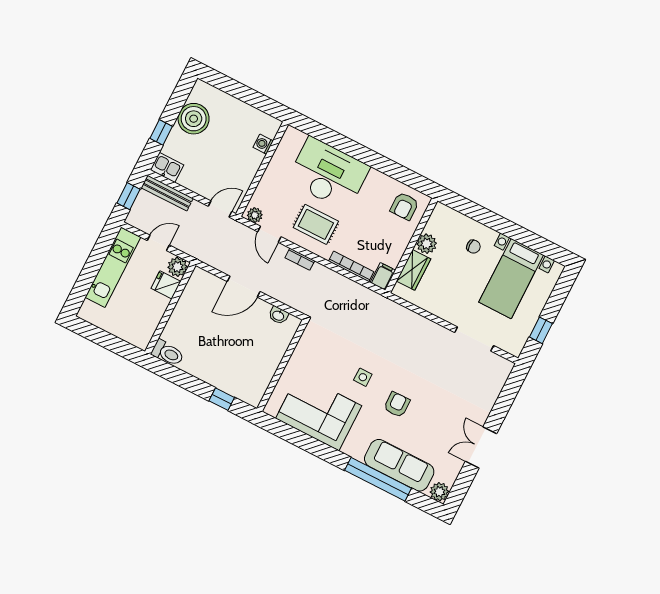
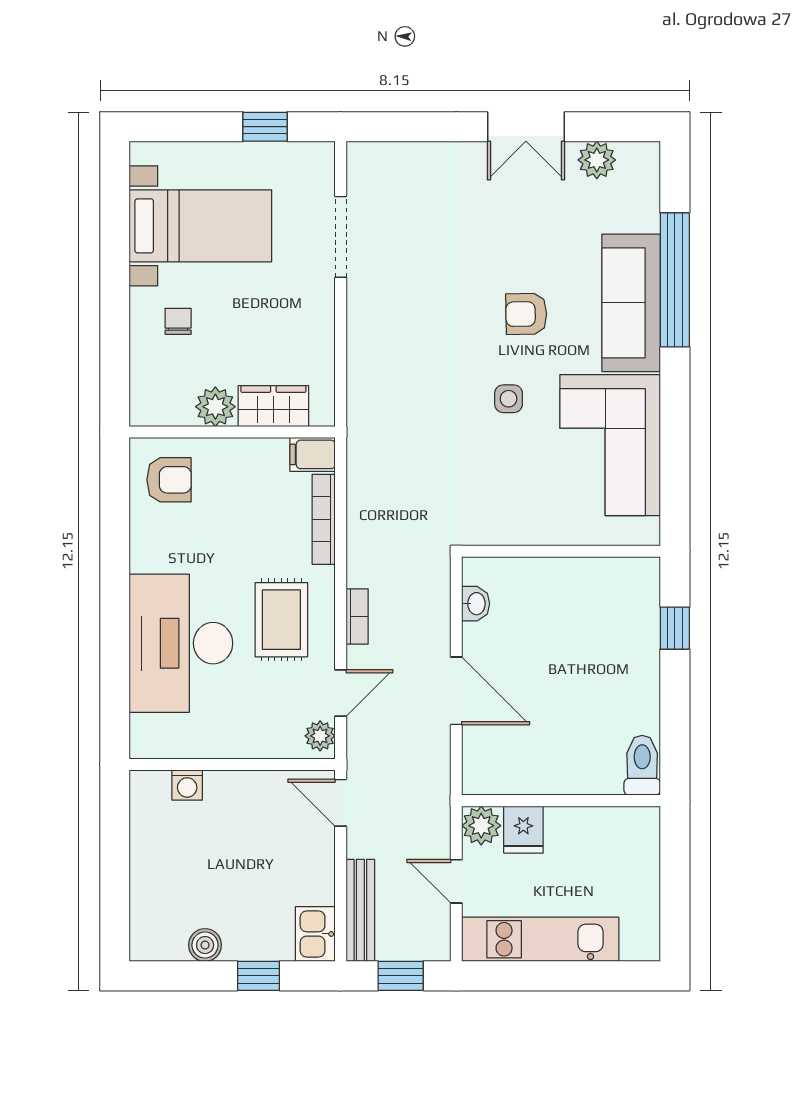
boiler: (194, 119) -> (205, 945), width x0.54, depth x0.54
sofa: (399, 465) -> (631, 303), moved
plant: (439, 492) -> (597, 160), moved

